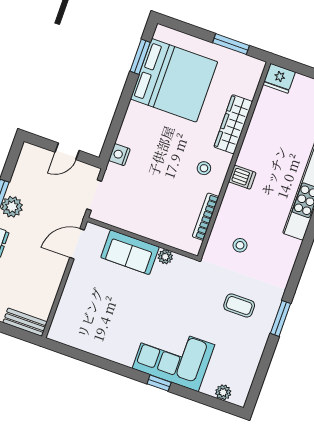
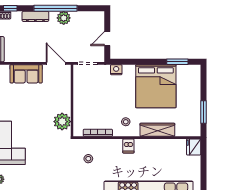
bed: (174, 80) -> (156, 86), moved
door: (67, 151) -> (107, 39), hinge flipped
sofa: (130, 252) -> (26, 74), moved, turned -90
plant: (165, 257) -> (62, 122), width x1.87, depth x1.87
coffee table: (239, 305) -> (53, 171), removed

